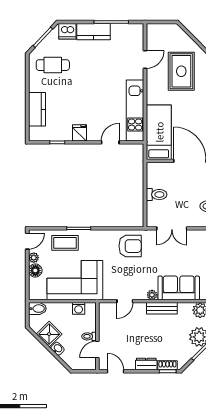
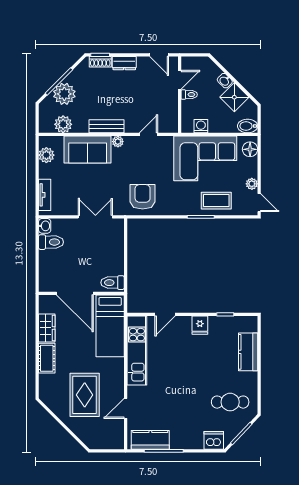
kitchen counter: (94, 32) -> (150, 440), moved
toilet: (157, 195) -> (113, 283), moved
door: (27, 241) -> (259, 203), swing flipped
armchair: (130, 246) -> (143, 197), turned 90
floor lamp: (35, 270) -> (250, 149), moved

